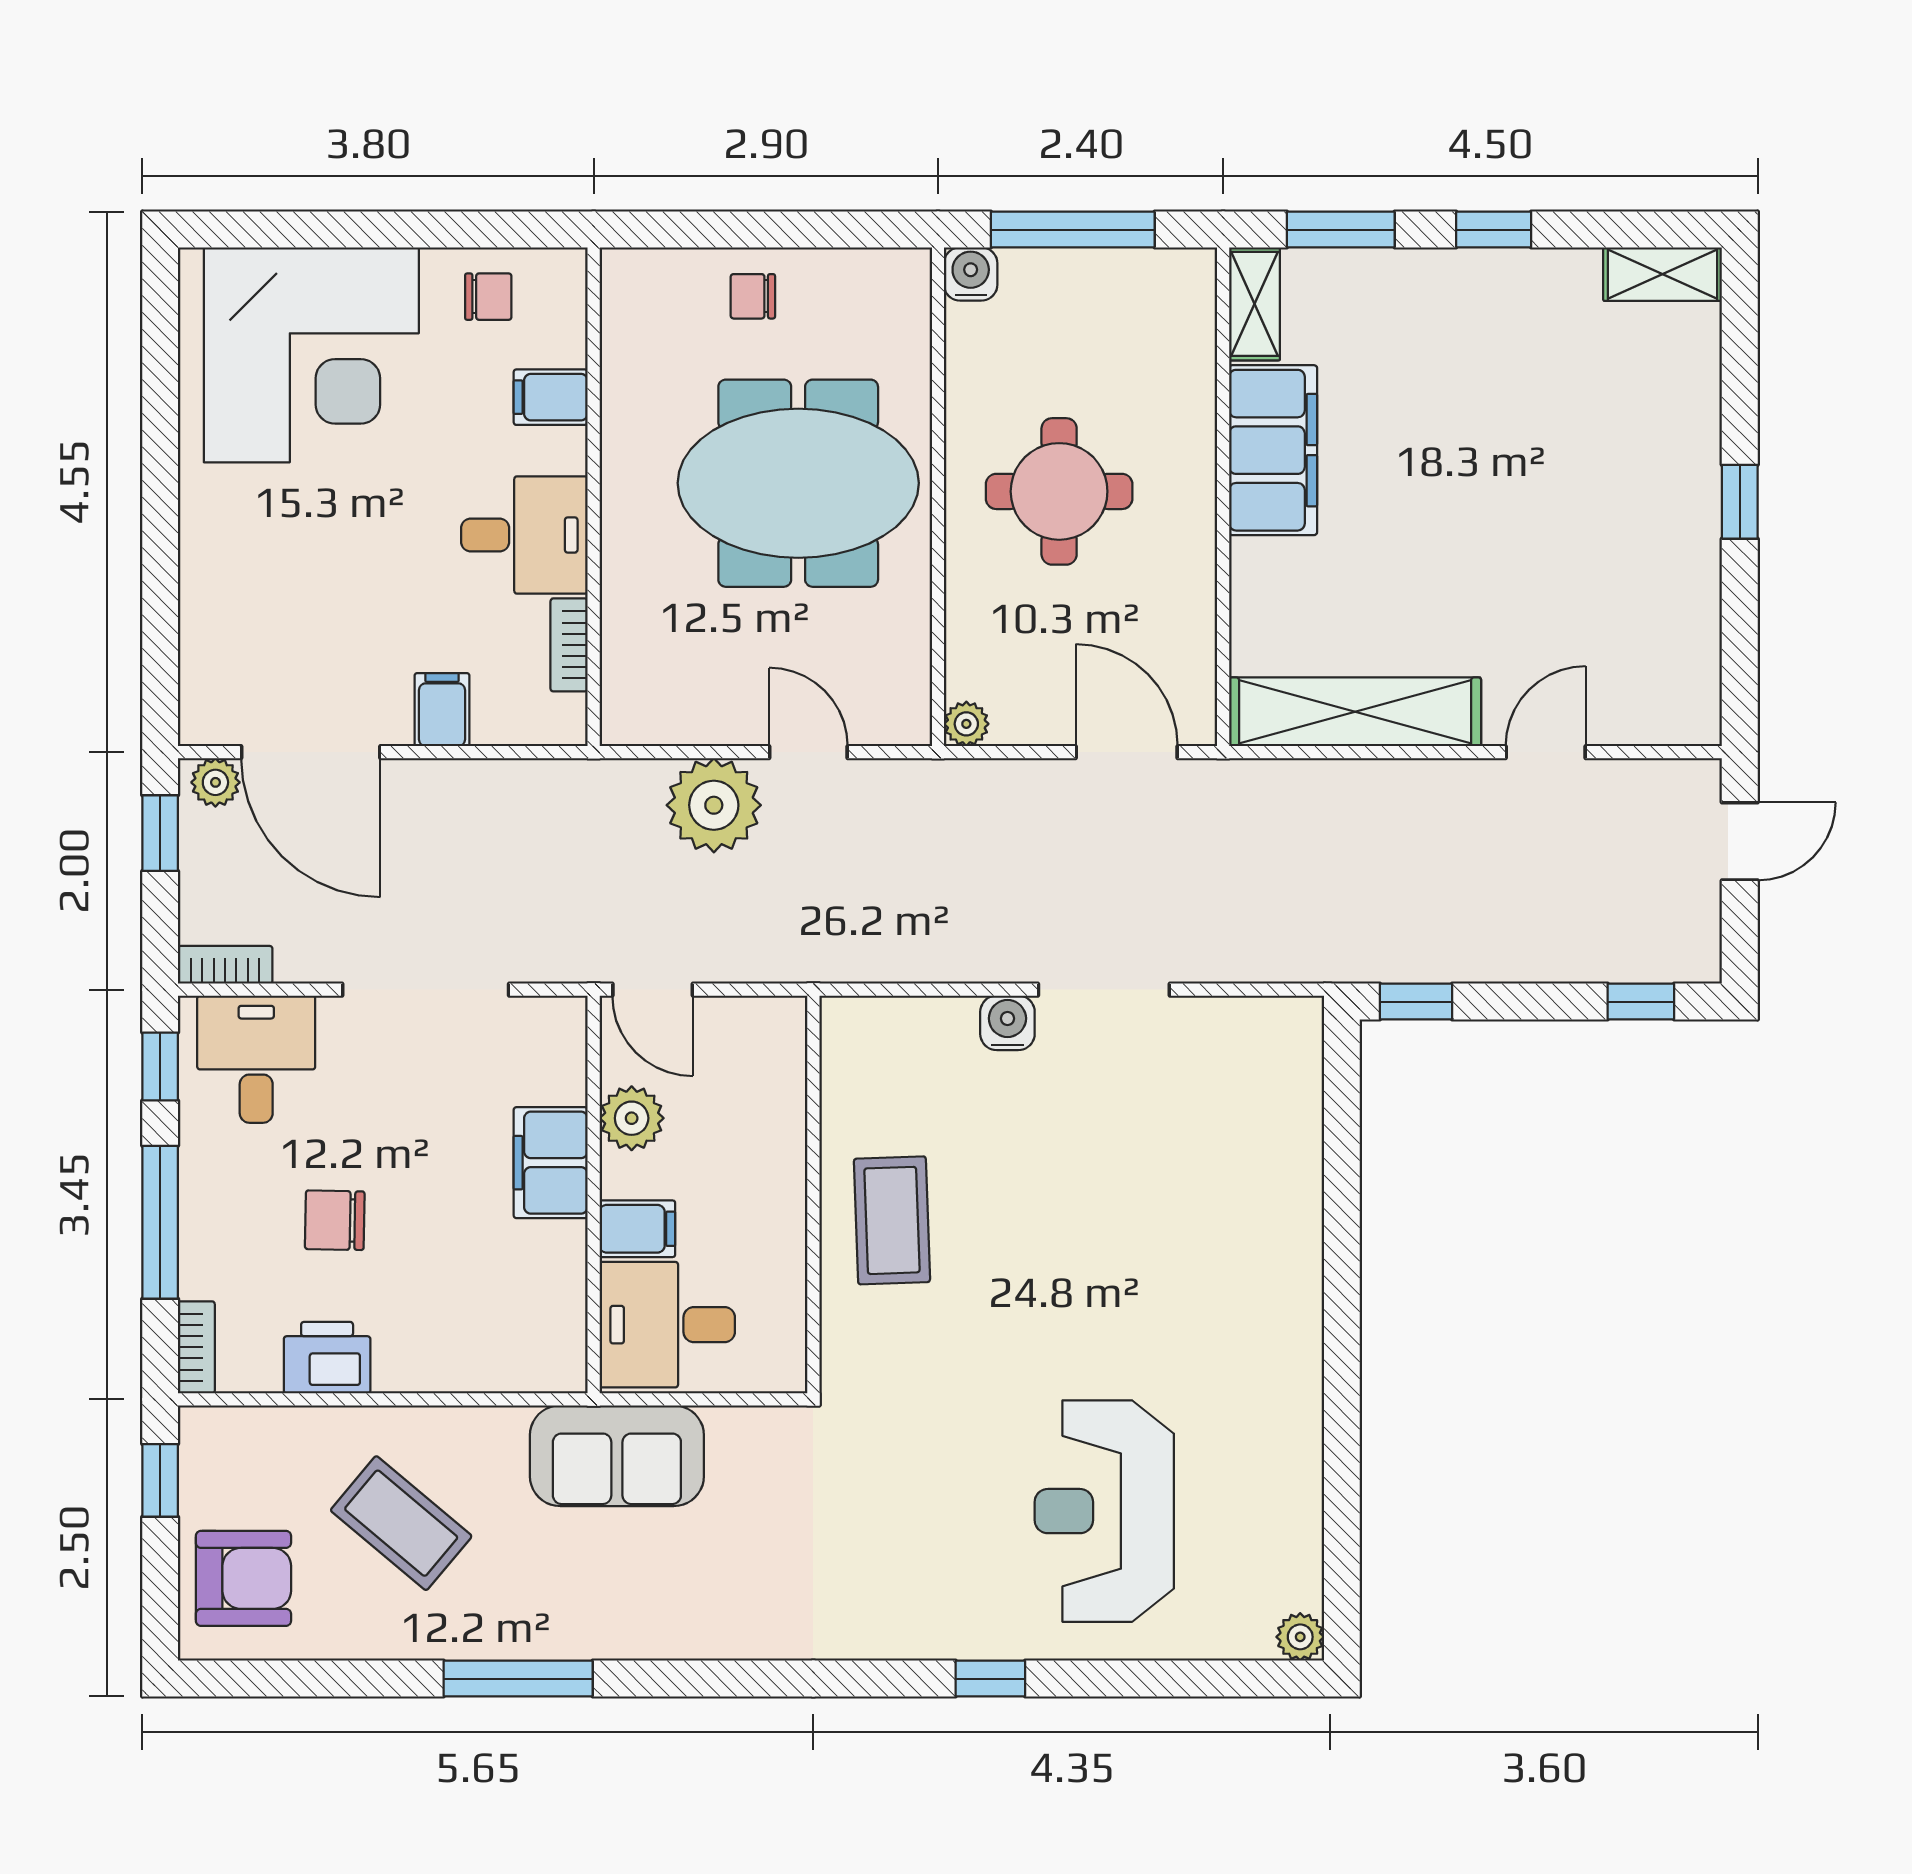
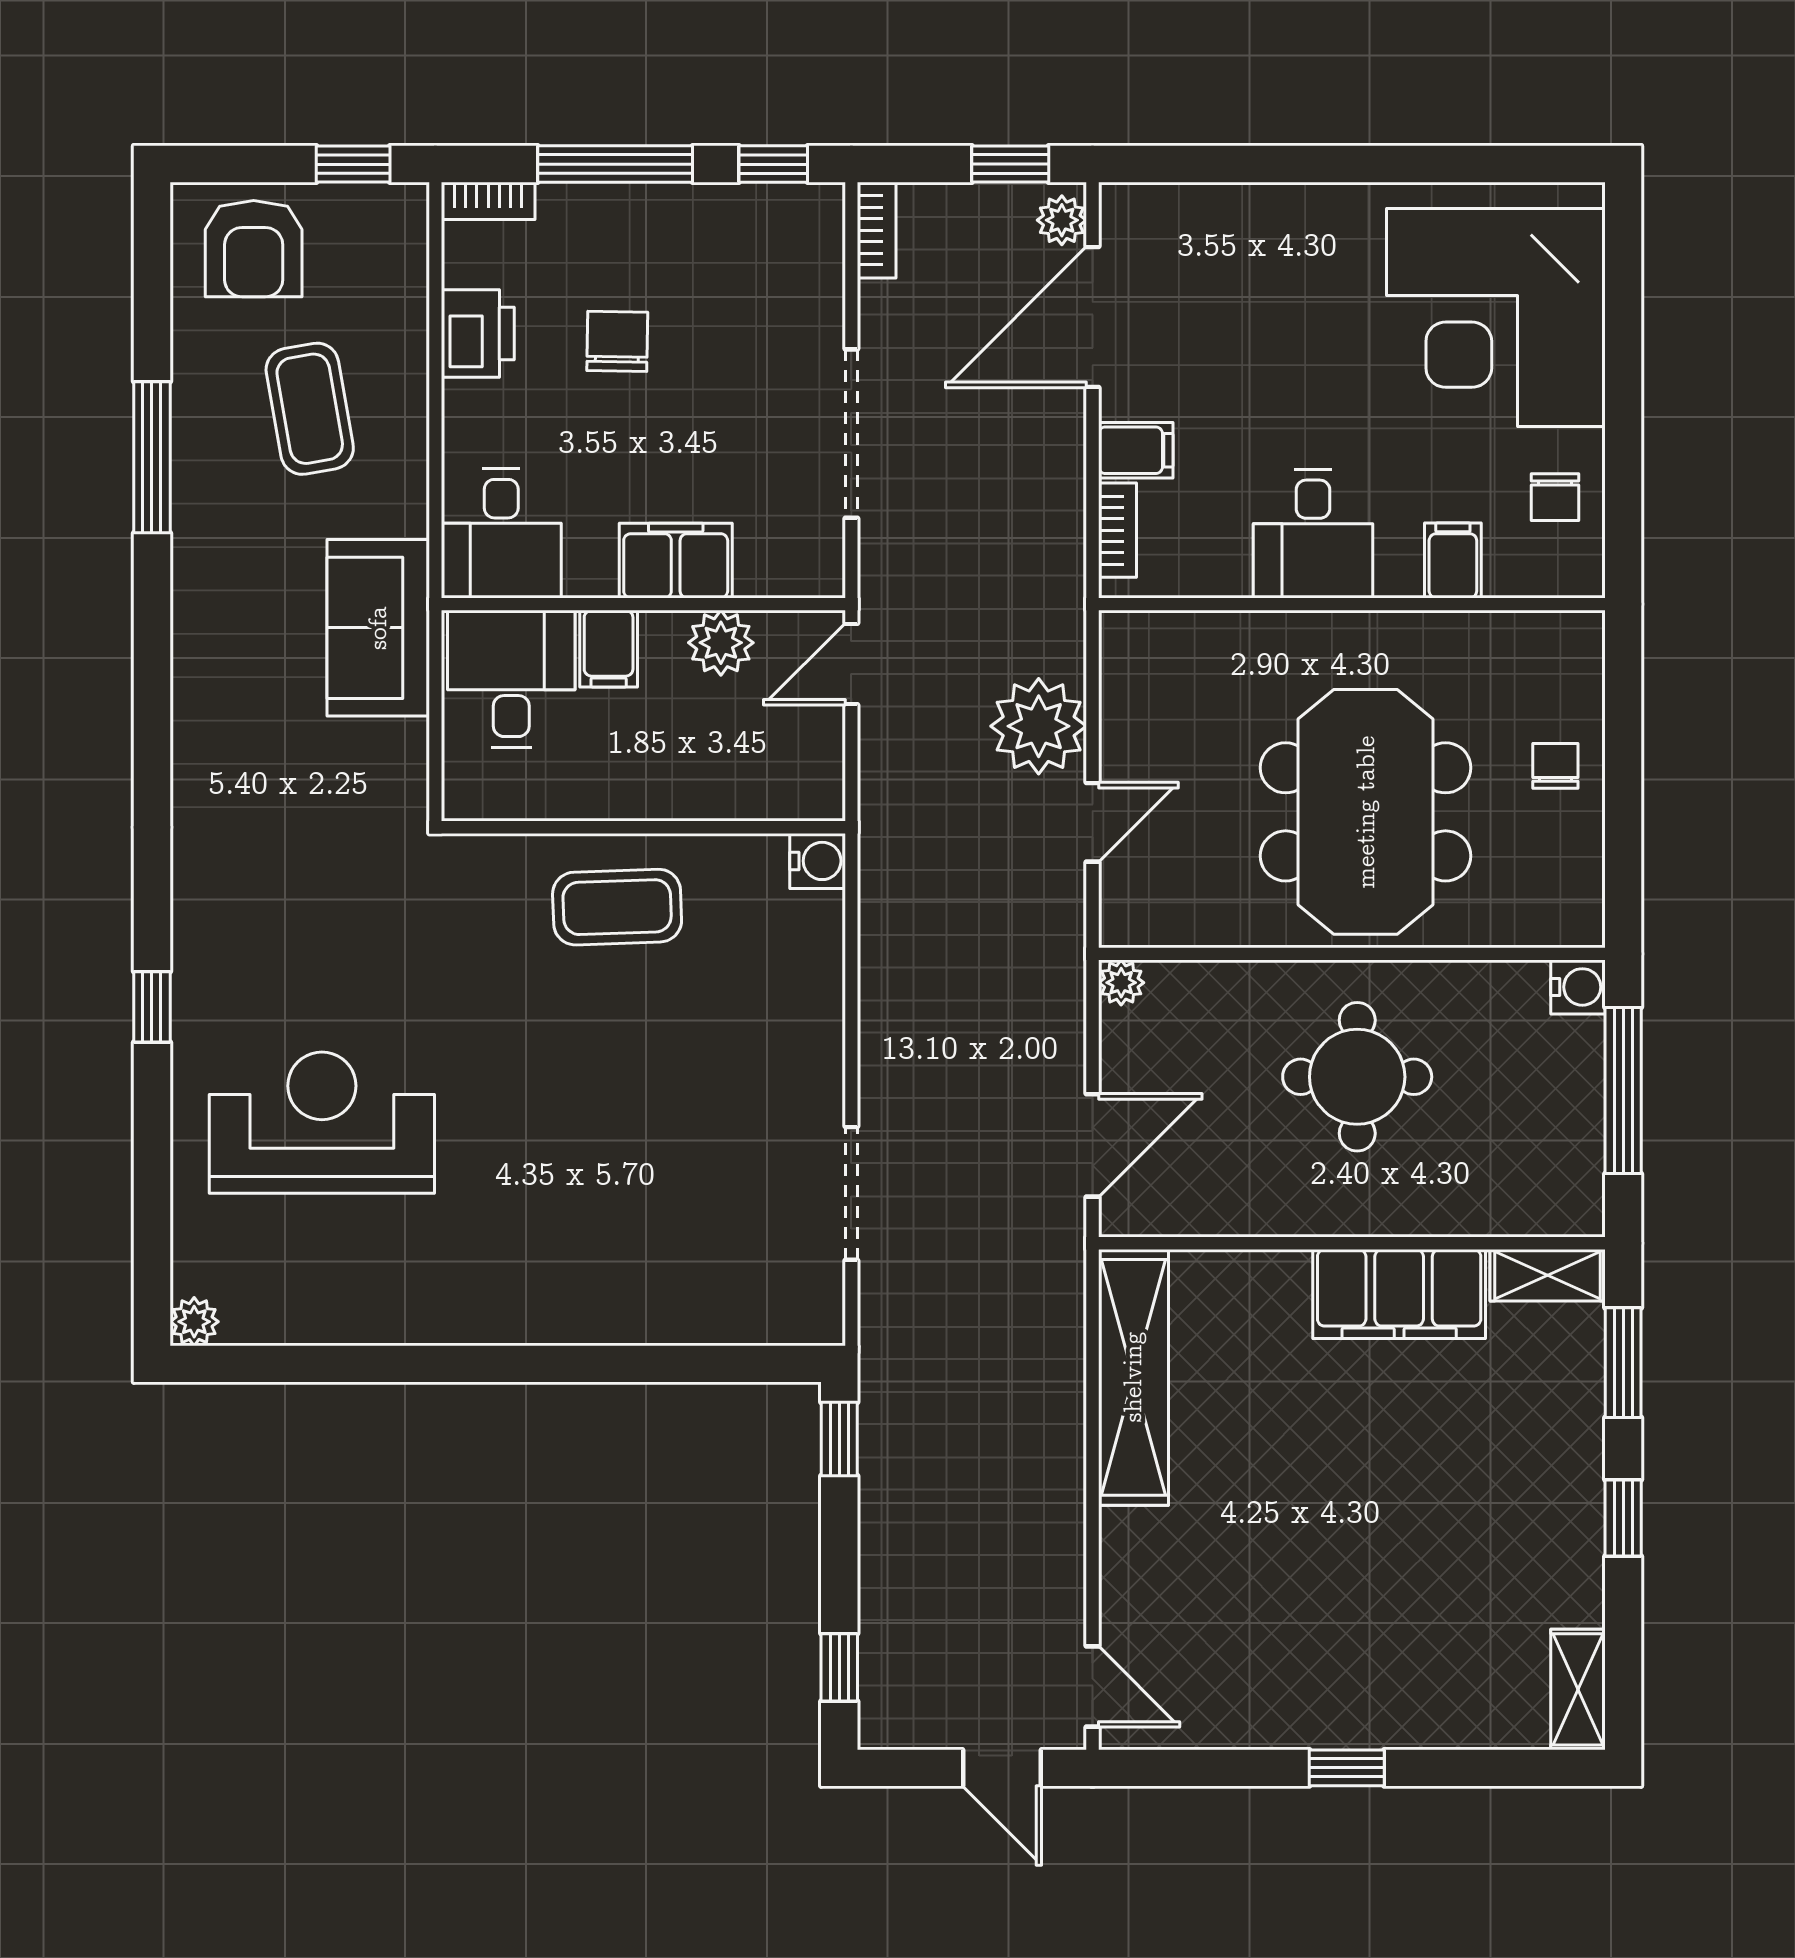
bookcase: (569, 645) -> (1117, 530), moved, turned 90
door: (1546, 752) -> (1093, 1686), moved
doorway: (1104, 990) -> (851, 1193), moved
water cooler: (1007, 1023) -> (818, 861), moved
desk: (256, 1059) -> (501, 534), moved, turned 90
coffee table: (401, 1523) -> (310, 409), turned -50
window: (518, 1679) -> (152, 457), moved

